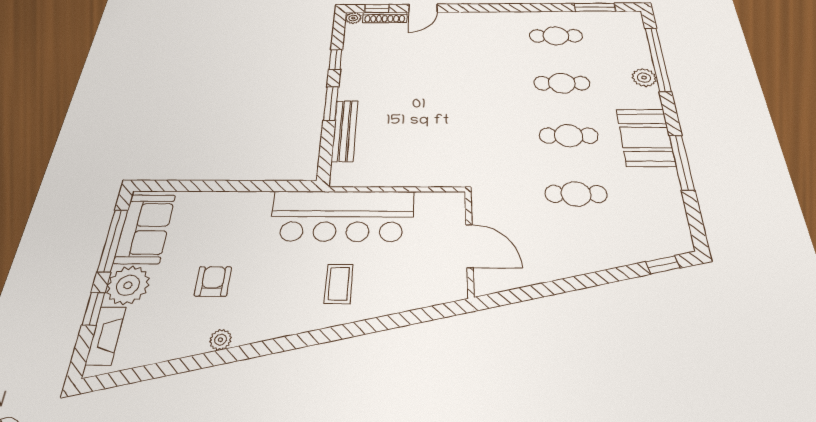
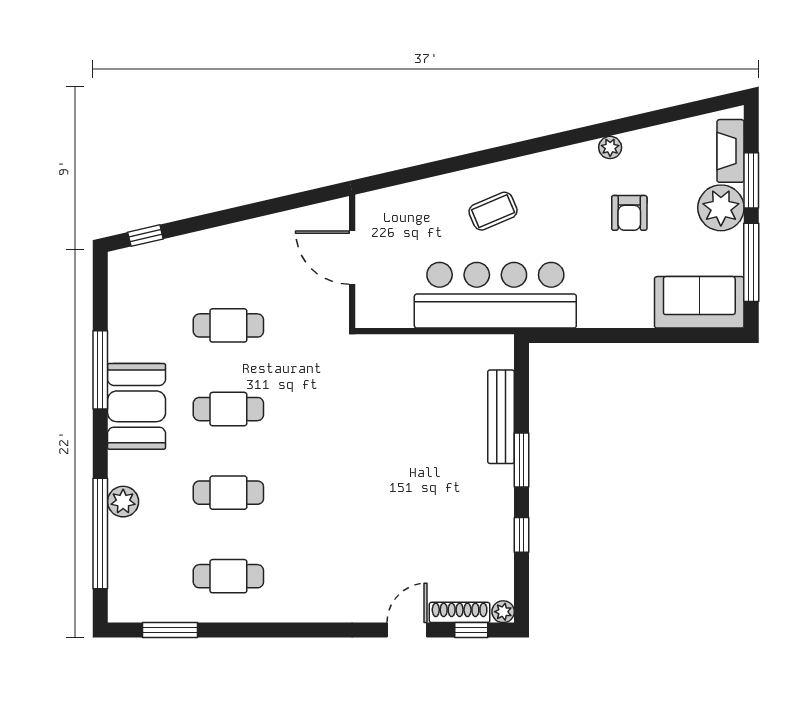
sofa: (145, 229) -> (699, 302), moved, turned 90
coffee table: (339, 284) -> (493, 211), turned 67
window: (93, 309) -> (751, 180), width x1.50

